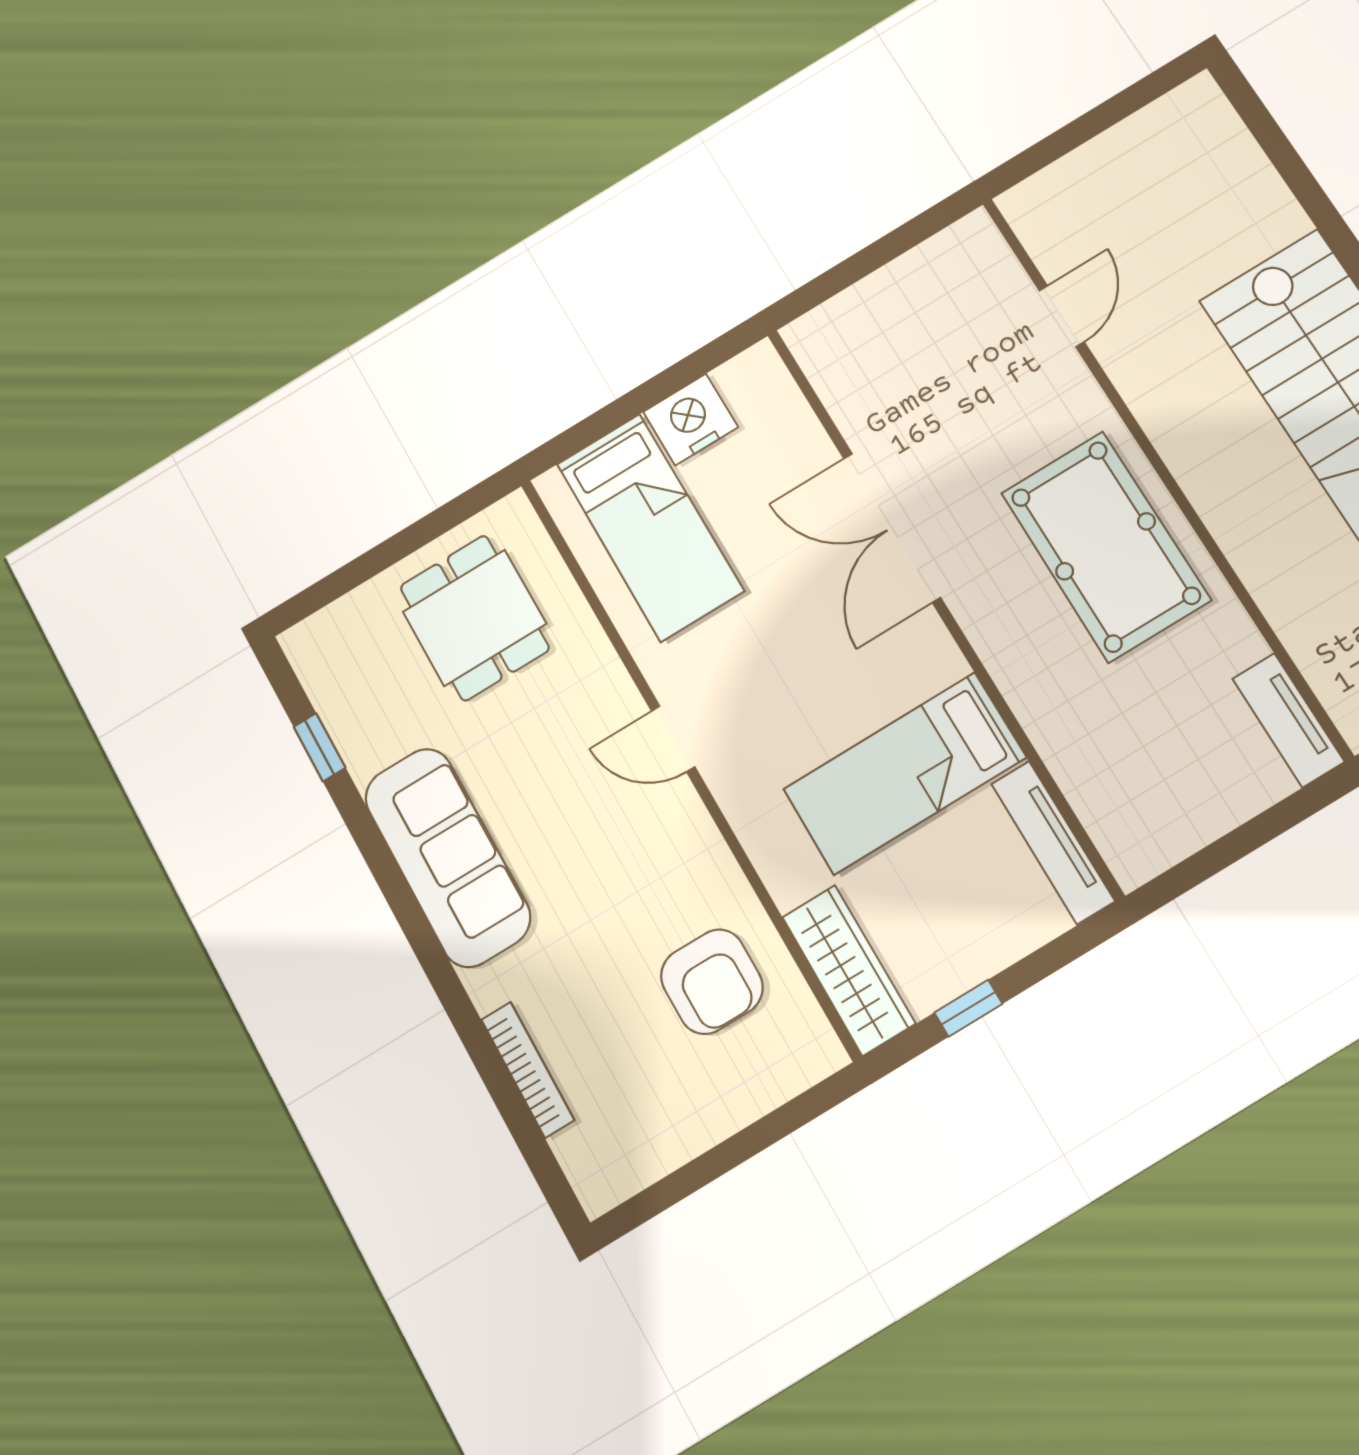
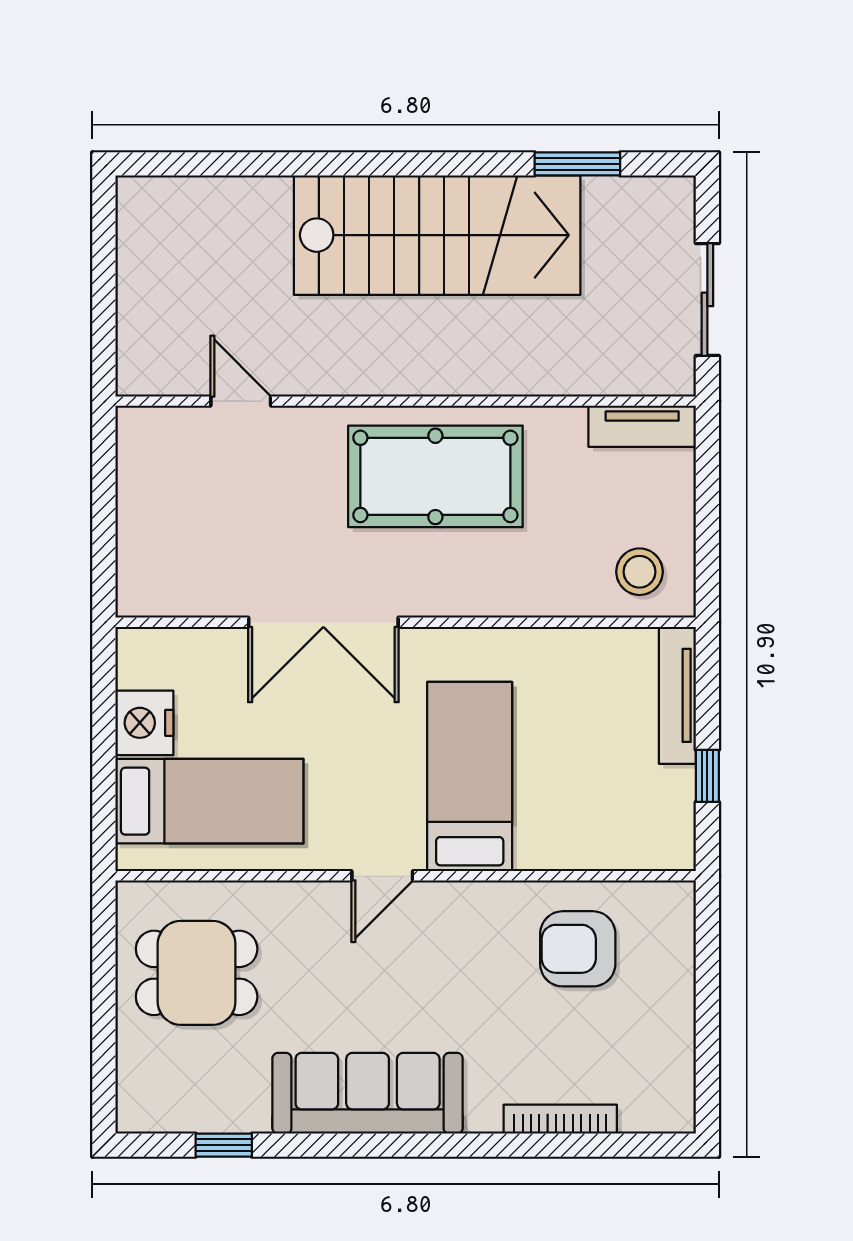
bed: (905, 773) -> (470, 776), moved, turned 180
stool: (1137, 809) -> (639, 572), added
tv unit: (1053, 842) -> (677, 695), moved, turned 90
wardrobe: (849, 970) -> (629, 845), removed
armchair: (712, 982) -> (578, 949), turned 180

